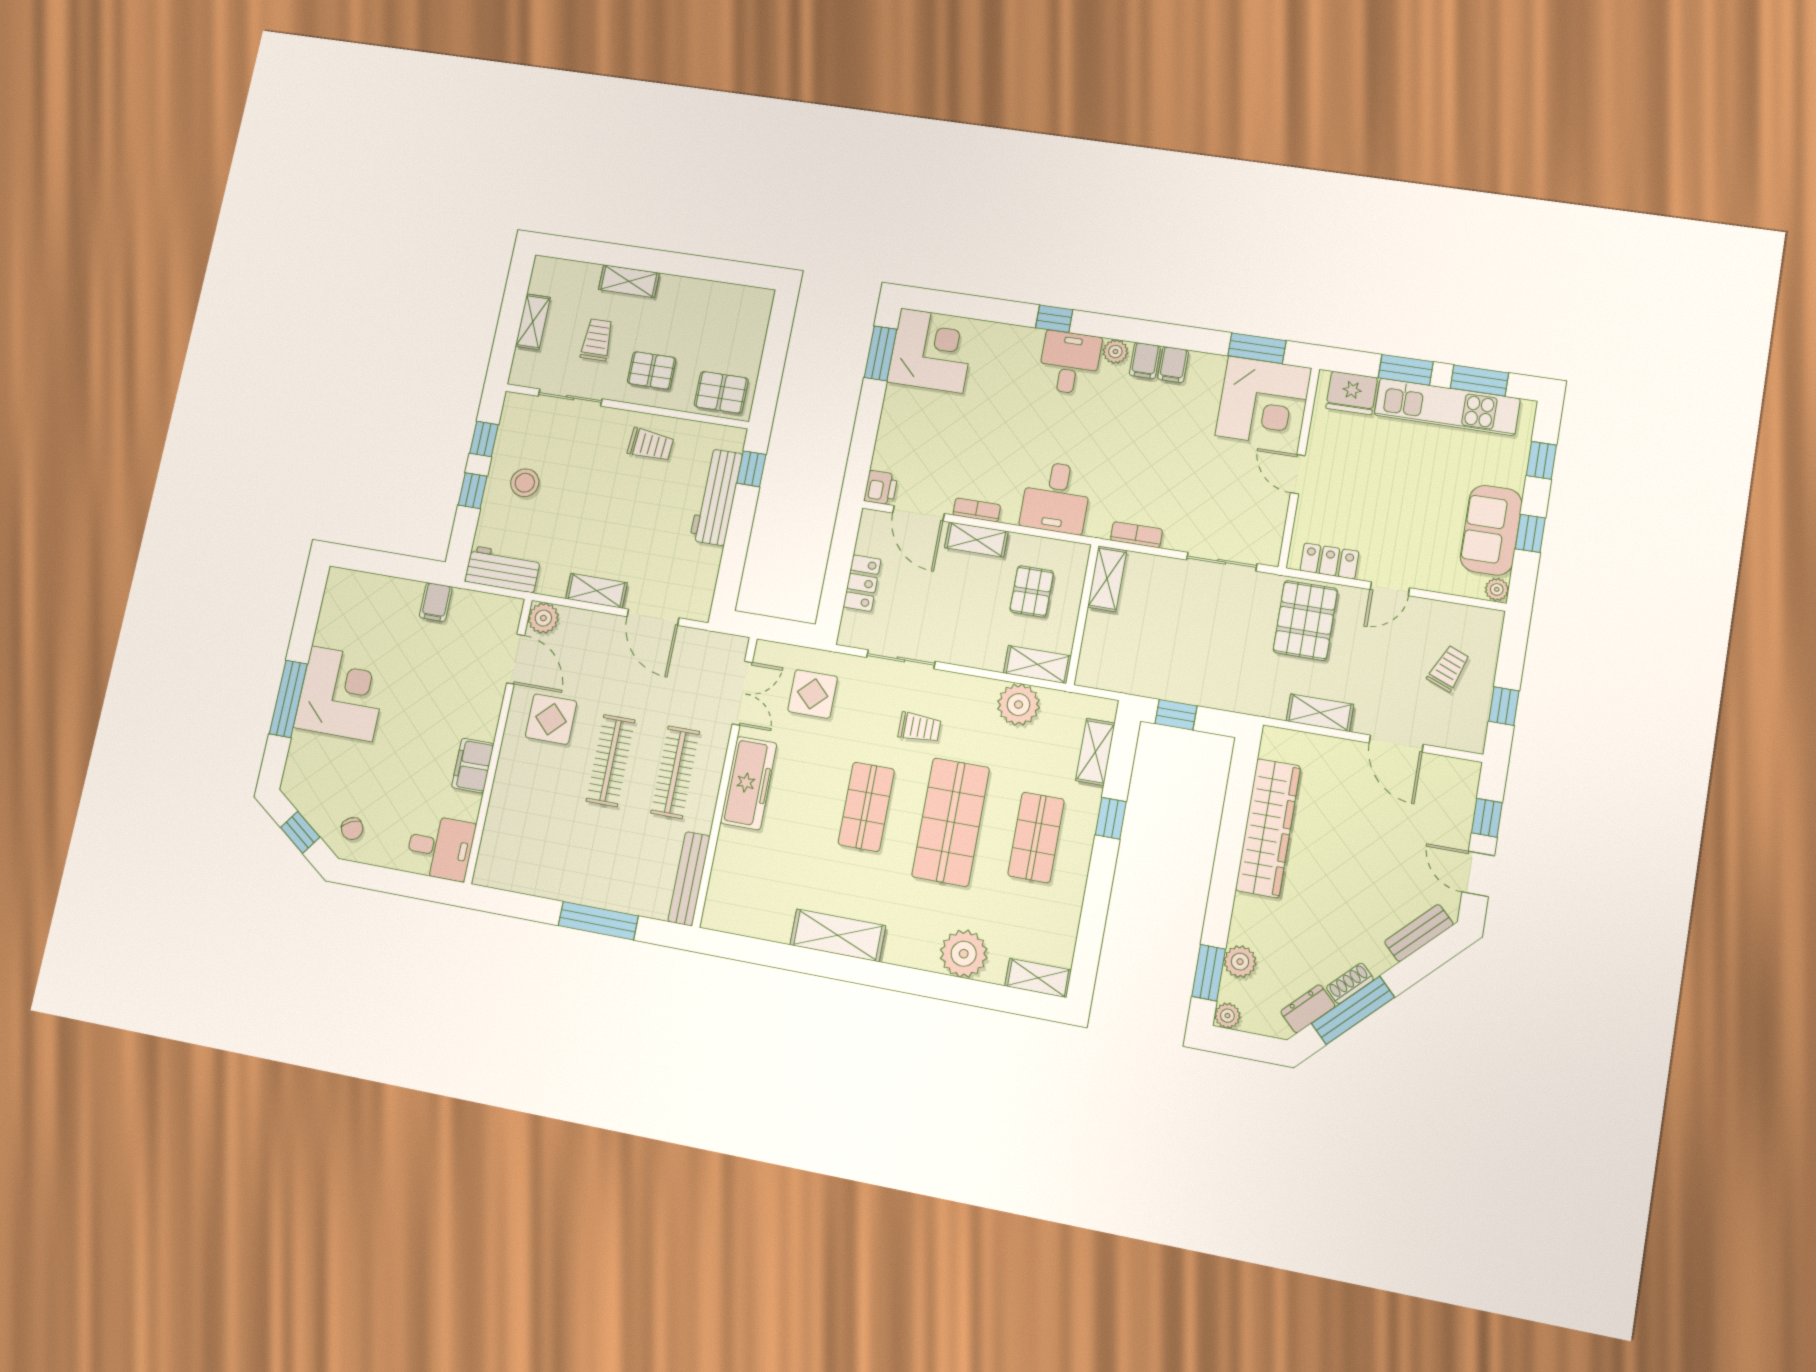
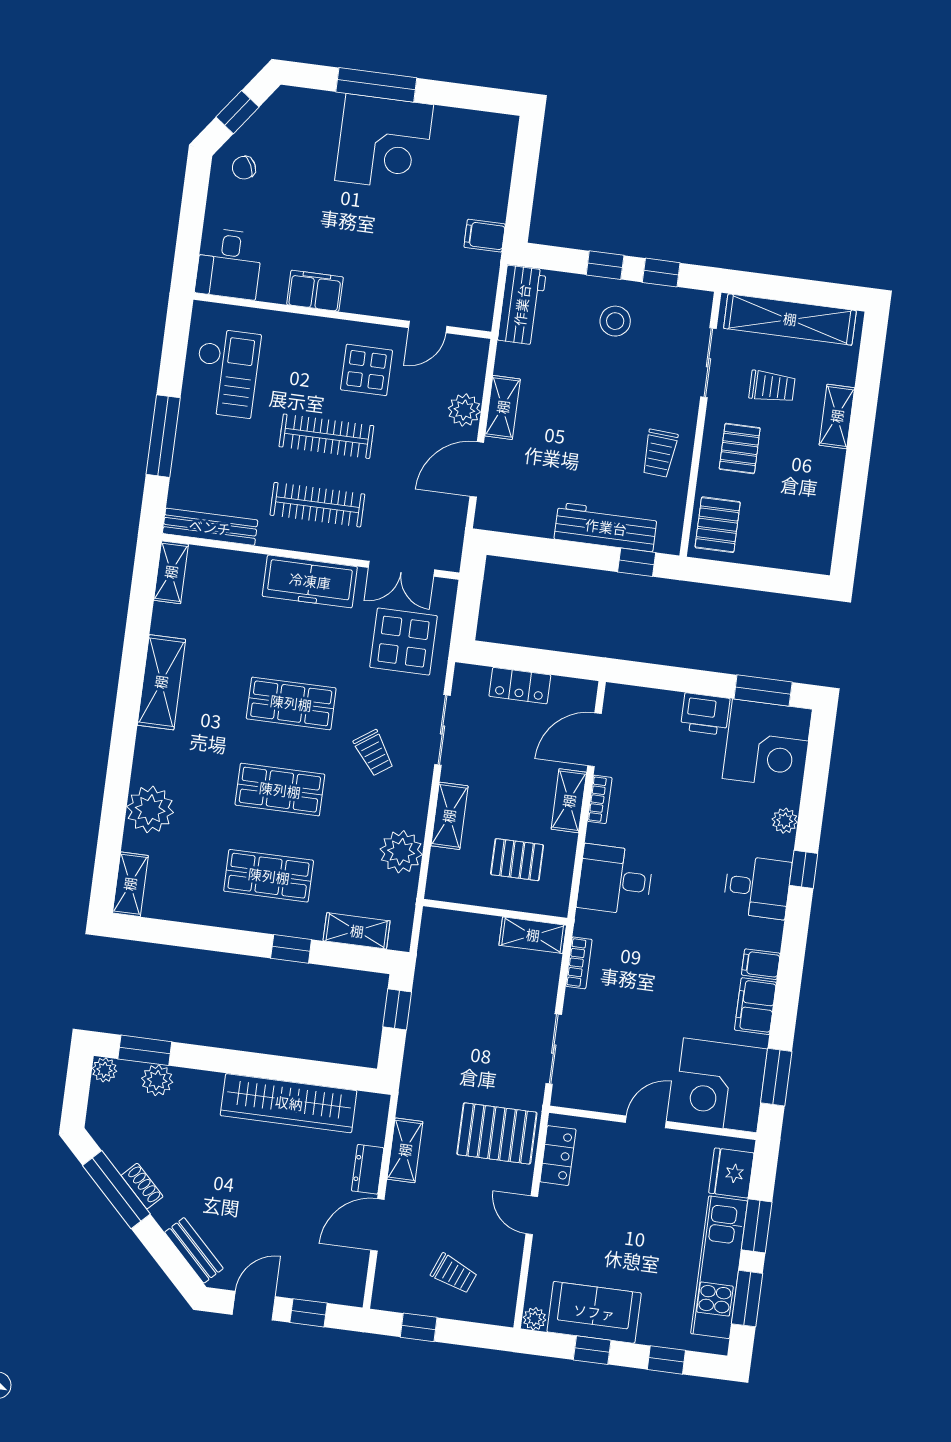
shelving: (533, 322) -> (790, 319), width x2.20, depth x1.33
plant: (1115, 352) -> (785, 821), moved
filing cabinet: (1173, 365) -> (755, 1006), width x2.00
printer: (881, 488) -> (705, 714), moved, width x1.36, depth x1.24
plant: (543, 618) -> (464, 410), moved
door: (516, 659) -> (428, 327), width x0.73
shelving: (1037, 664) -> (449, 816), moved
display table: (813, 694) -> (404, 642), width x1.36, depth x1.36
trolley: (919, 727) -> (374, 753), turned -35
shop shelf: (951, 822) -> (280, 790), width x0.70, depth x0.74
checkout: (543, 855) -> (226, 373), added
shelving: (731, 920) -> (171, 572), added
dresser: (1308, 1009) -> (368, 1169), moved, turned -135

